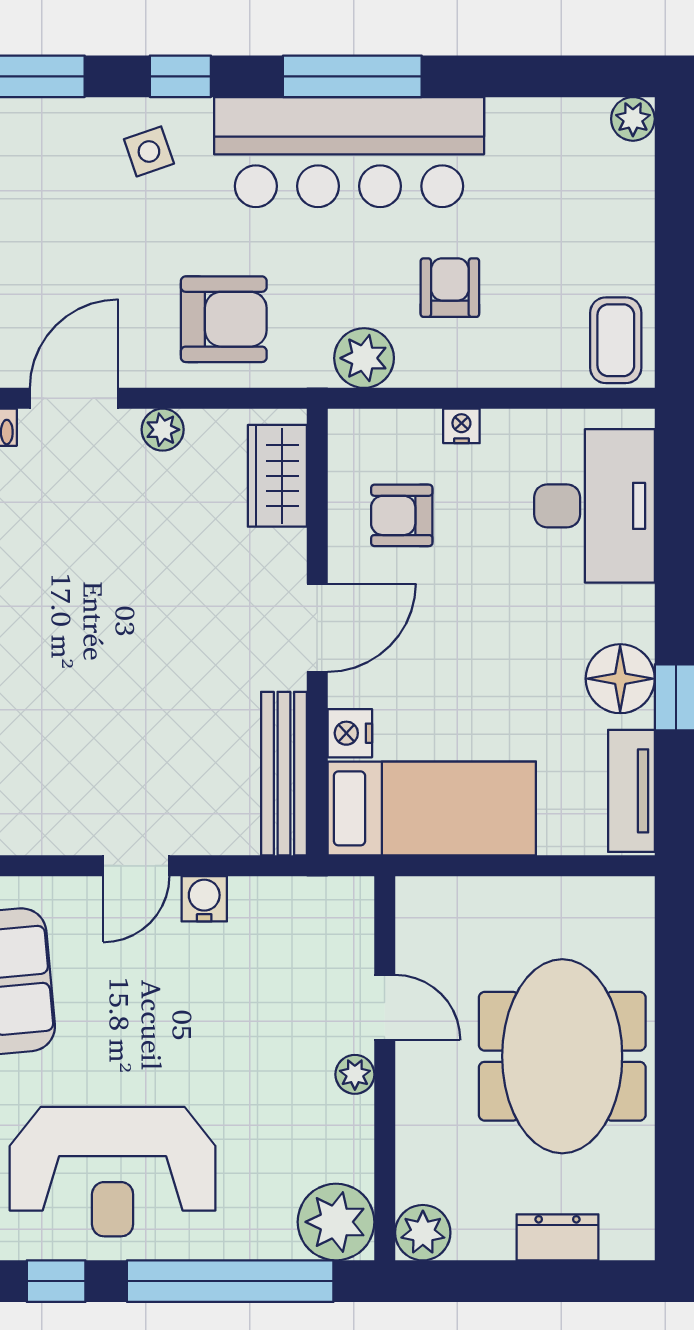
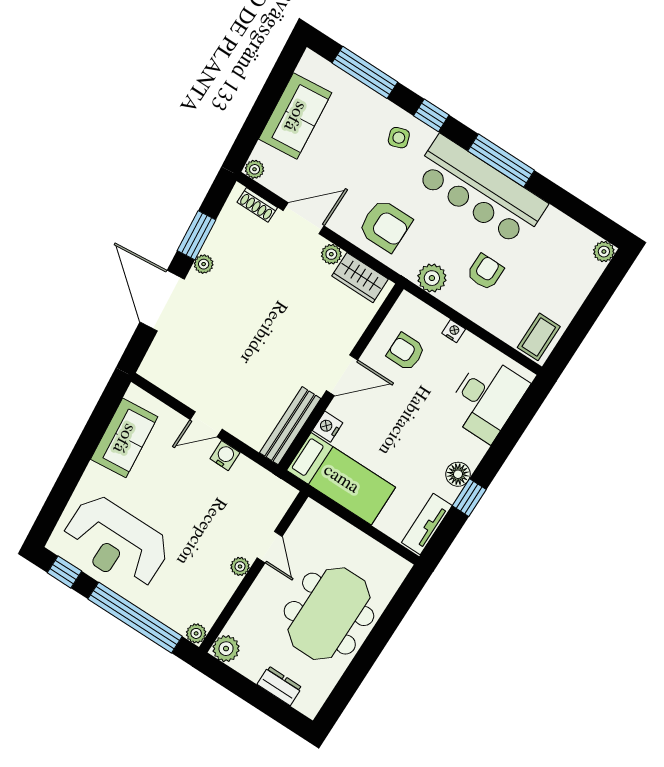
wardrobe: (277, 476) -> (360, 278), moved, turned -90
floor lamp: (620, 679) -> (458, 474), width x0.73, depth x0.73
plant: (336, 1222) -> (196, 633), width x0.53, depth x0.53

